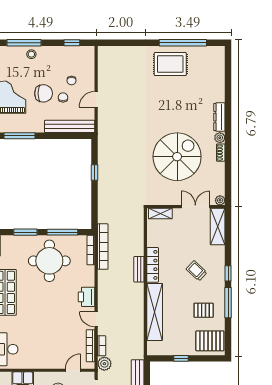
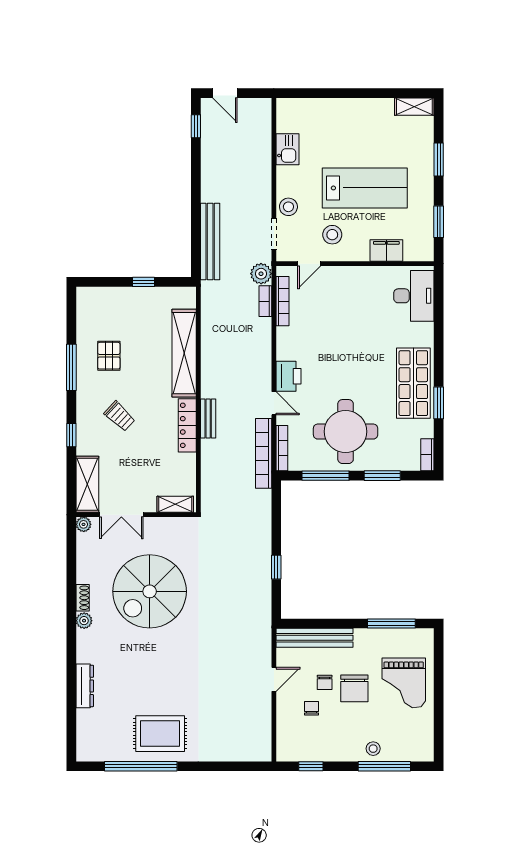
chair: (44, 93) -> (354, 688), turned -90
dresser: (219, 117) -> (85, 686), moved
window: (228, 273) -> (71, 435), moved
pallet: (204, 310) -> (109, 356), turned 90
door: (96, 319) -> (274, 403), moved
pallet: (210, 341) -> (99, 309), removed

